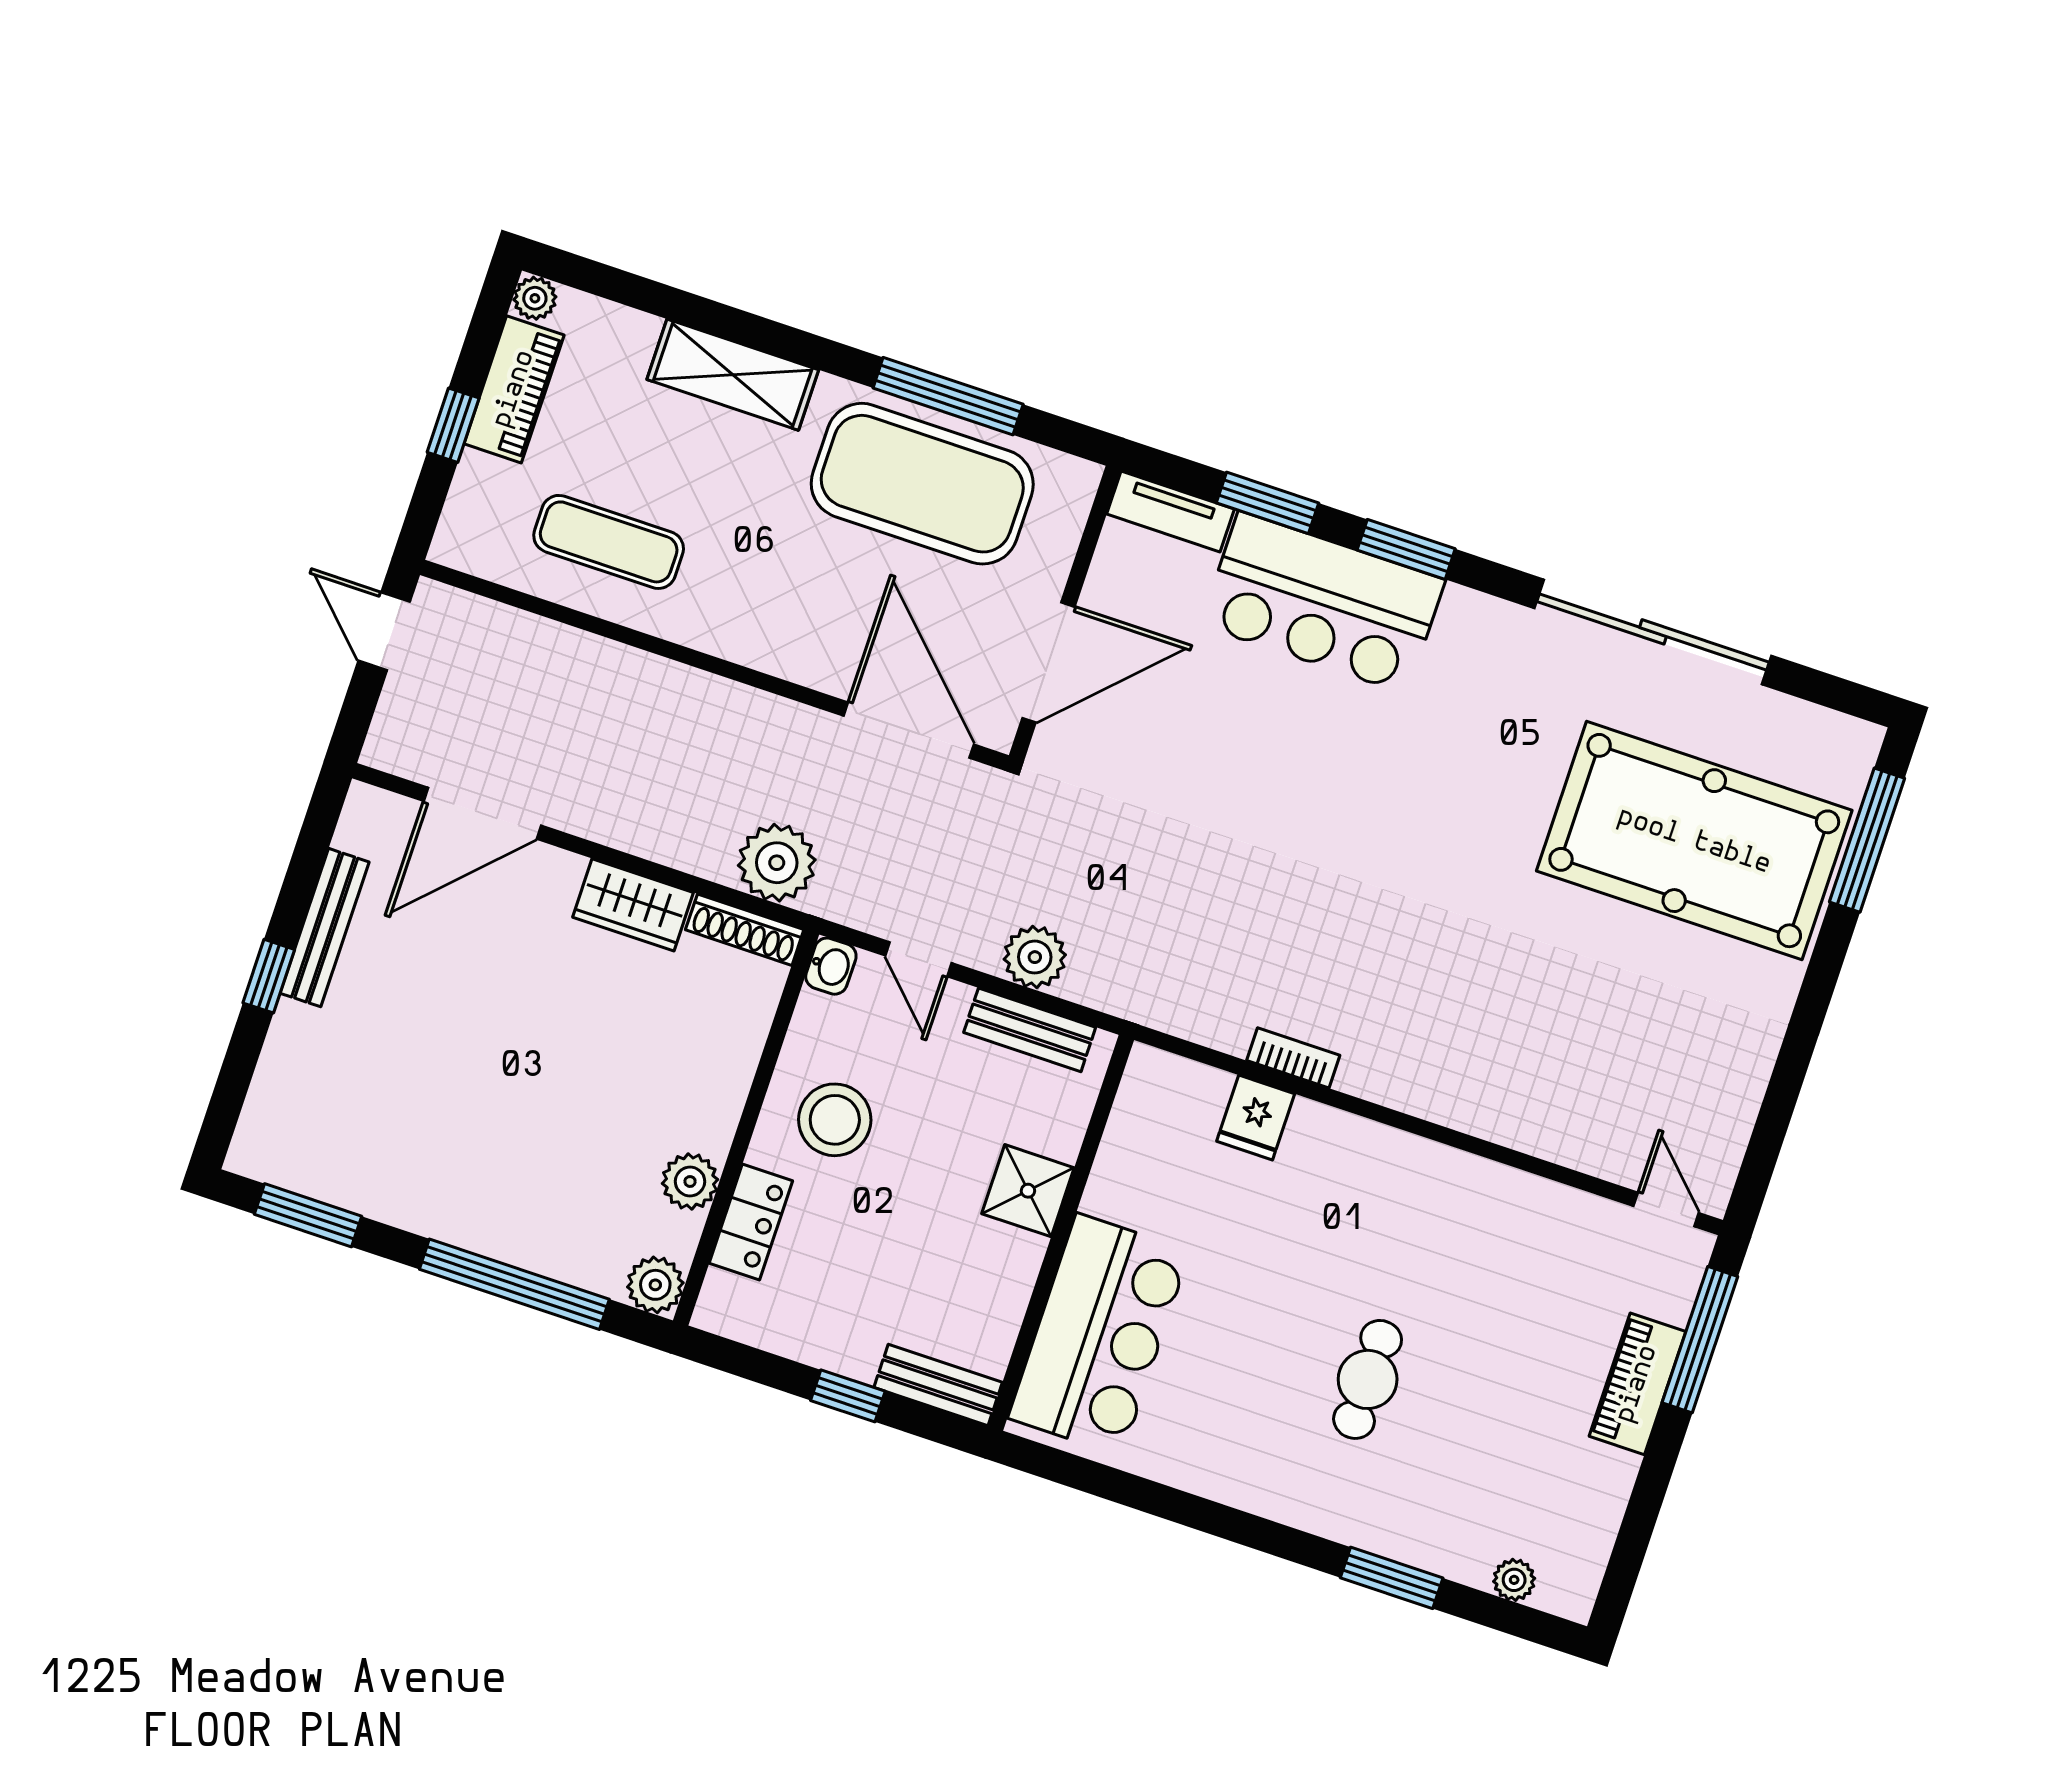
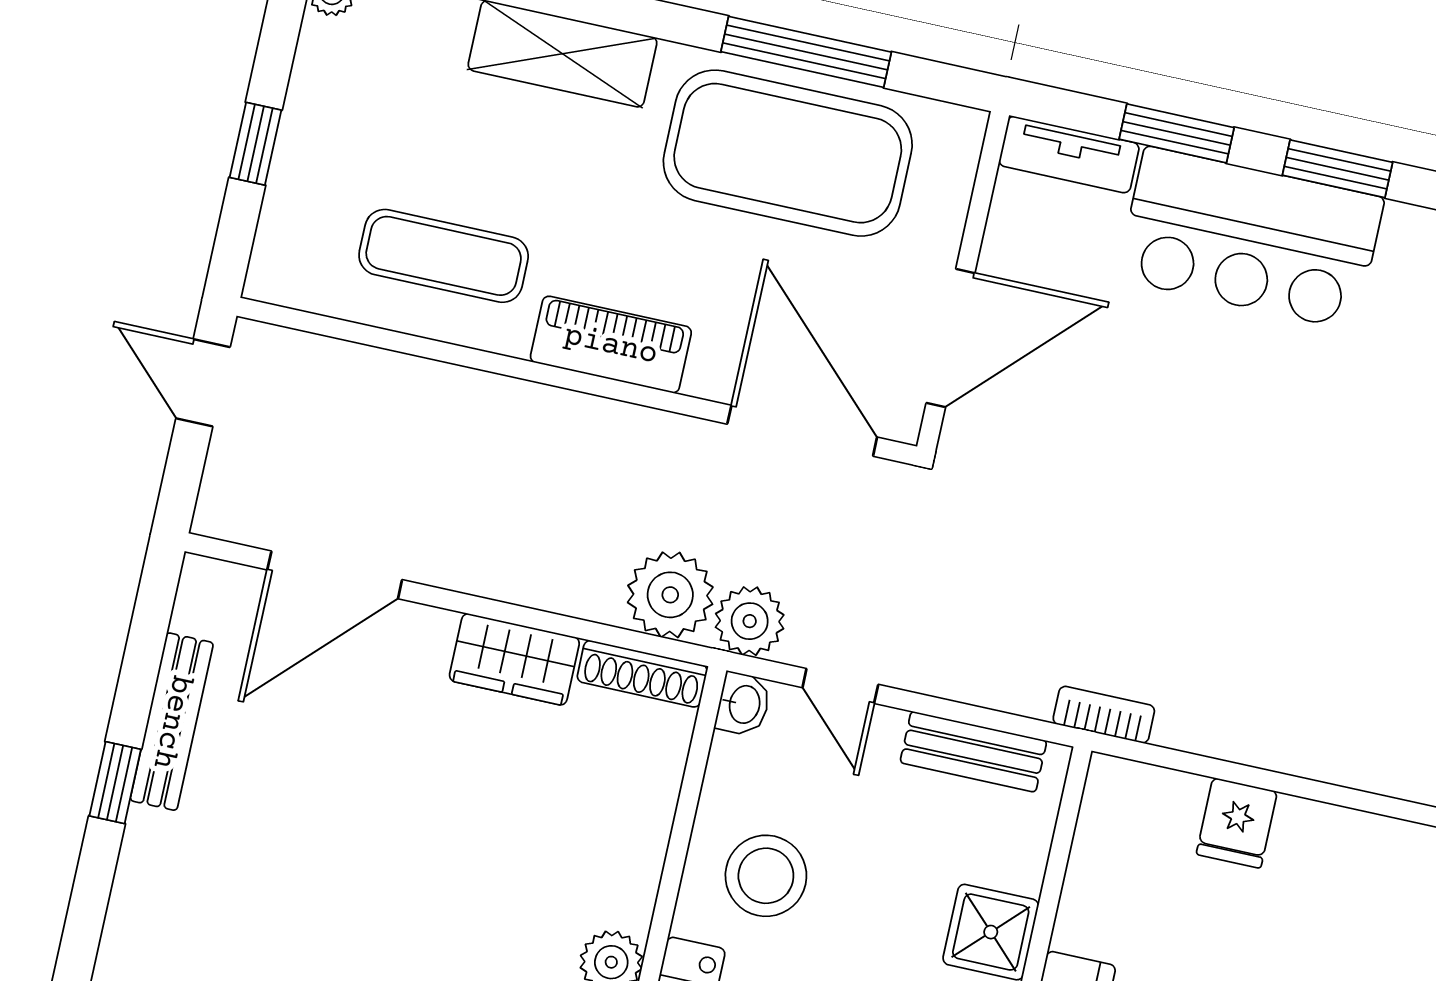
piano: (514, 389) -> (611, 345), moved, turned -90
plant: (1035, 957) -> (750, 621), moved
bookcase: (1293, 1058) -> (1104, 715), moved

